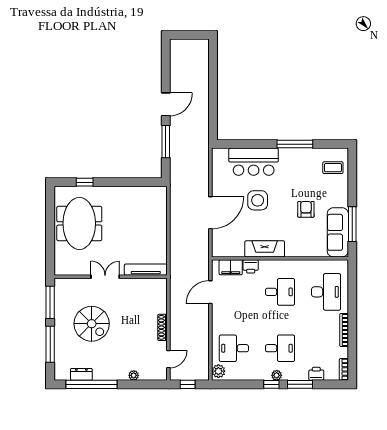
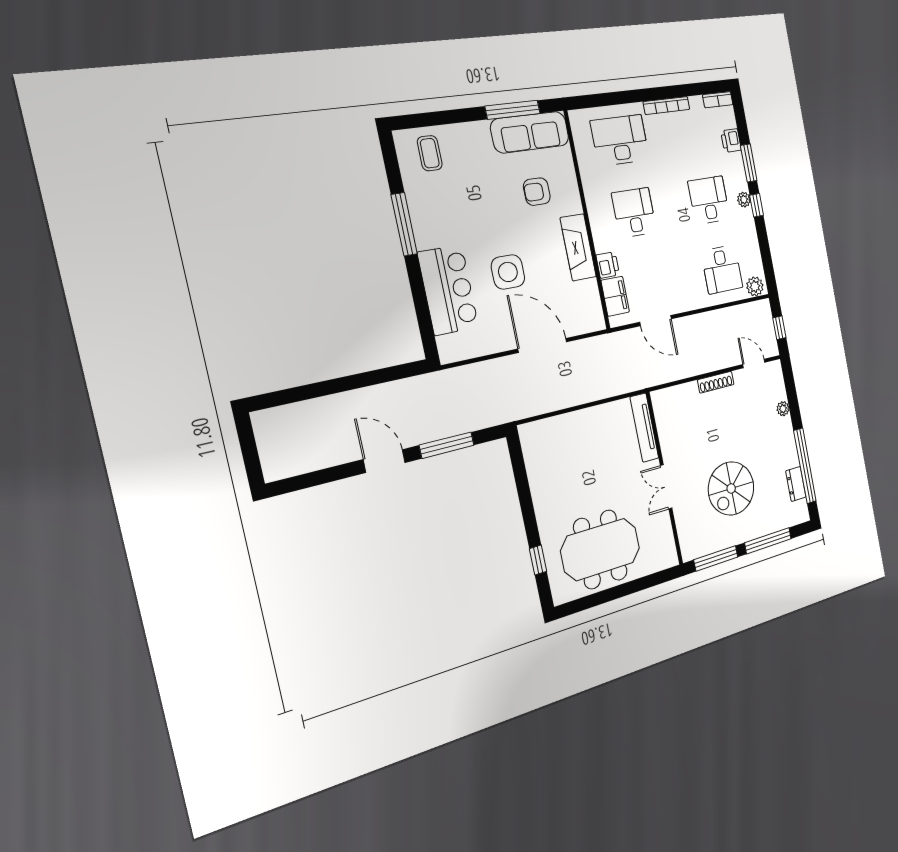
armchair: (306, 209) -> (537, 192), moved
spiral stairs: (92, 324) -> (731, 488), turned 180

